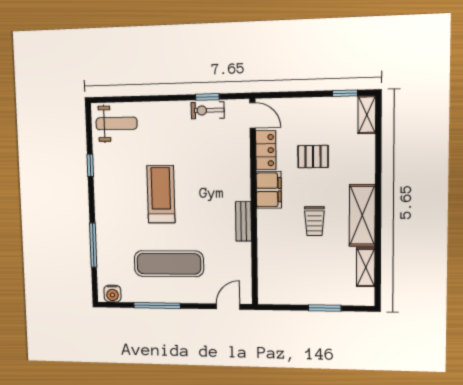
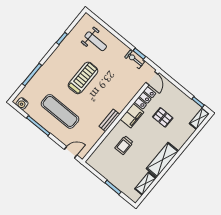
weight bench: (117, 123) -> (96, 41), moved
trolley: (314, 221) -> (124, 145), moved

